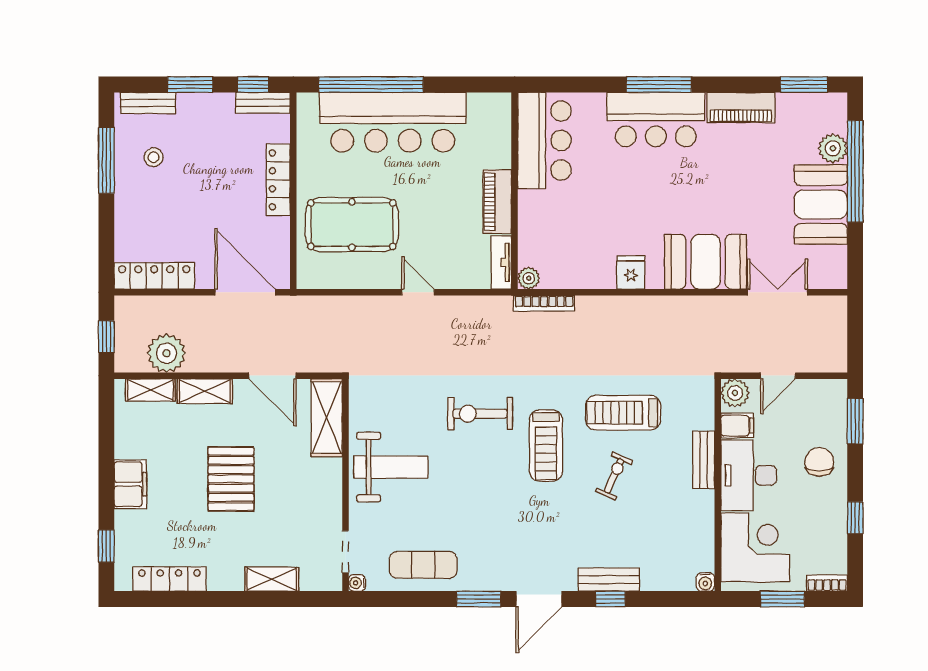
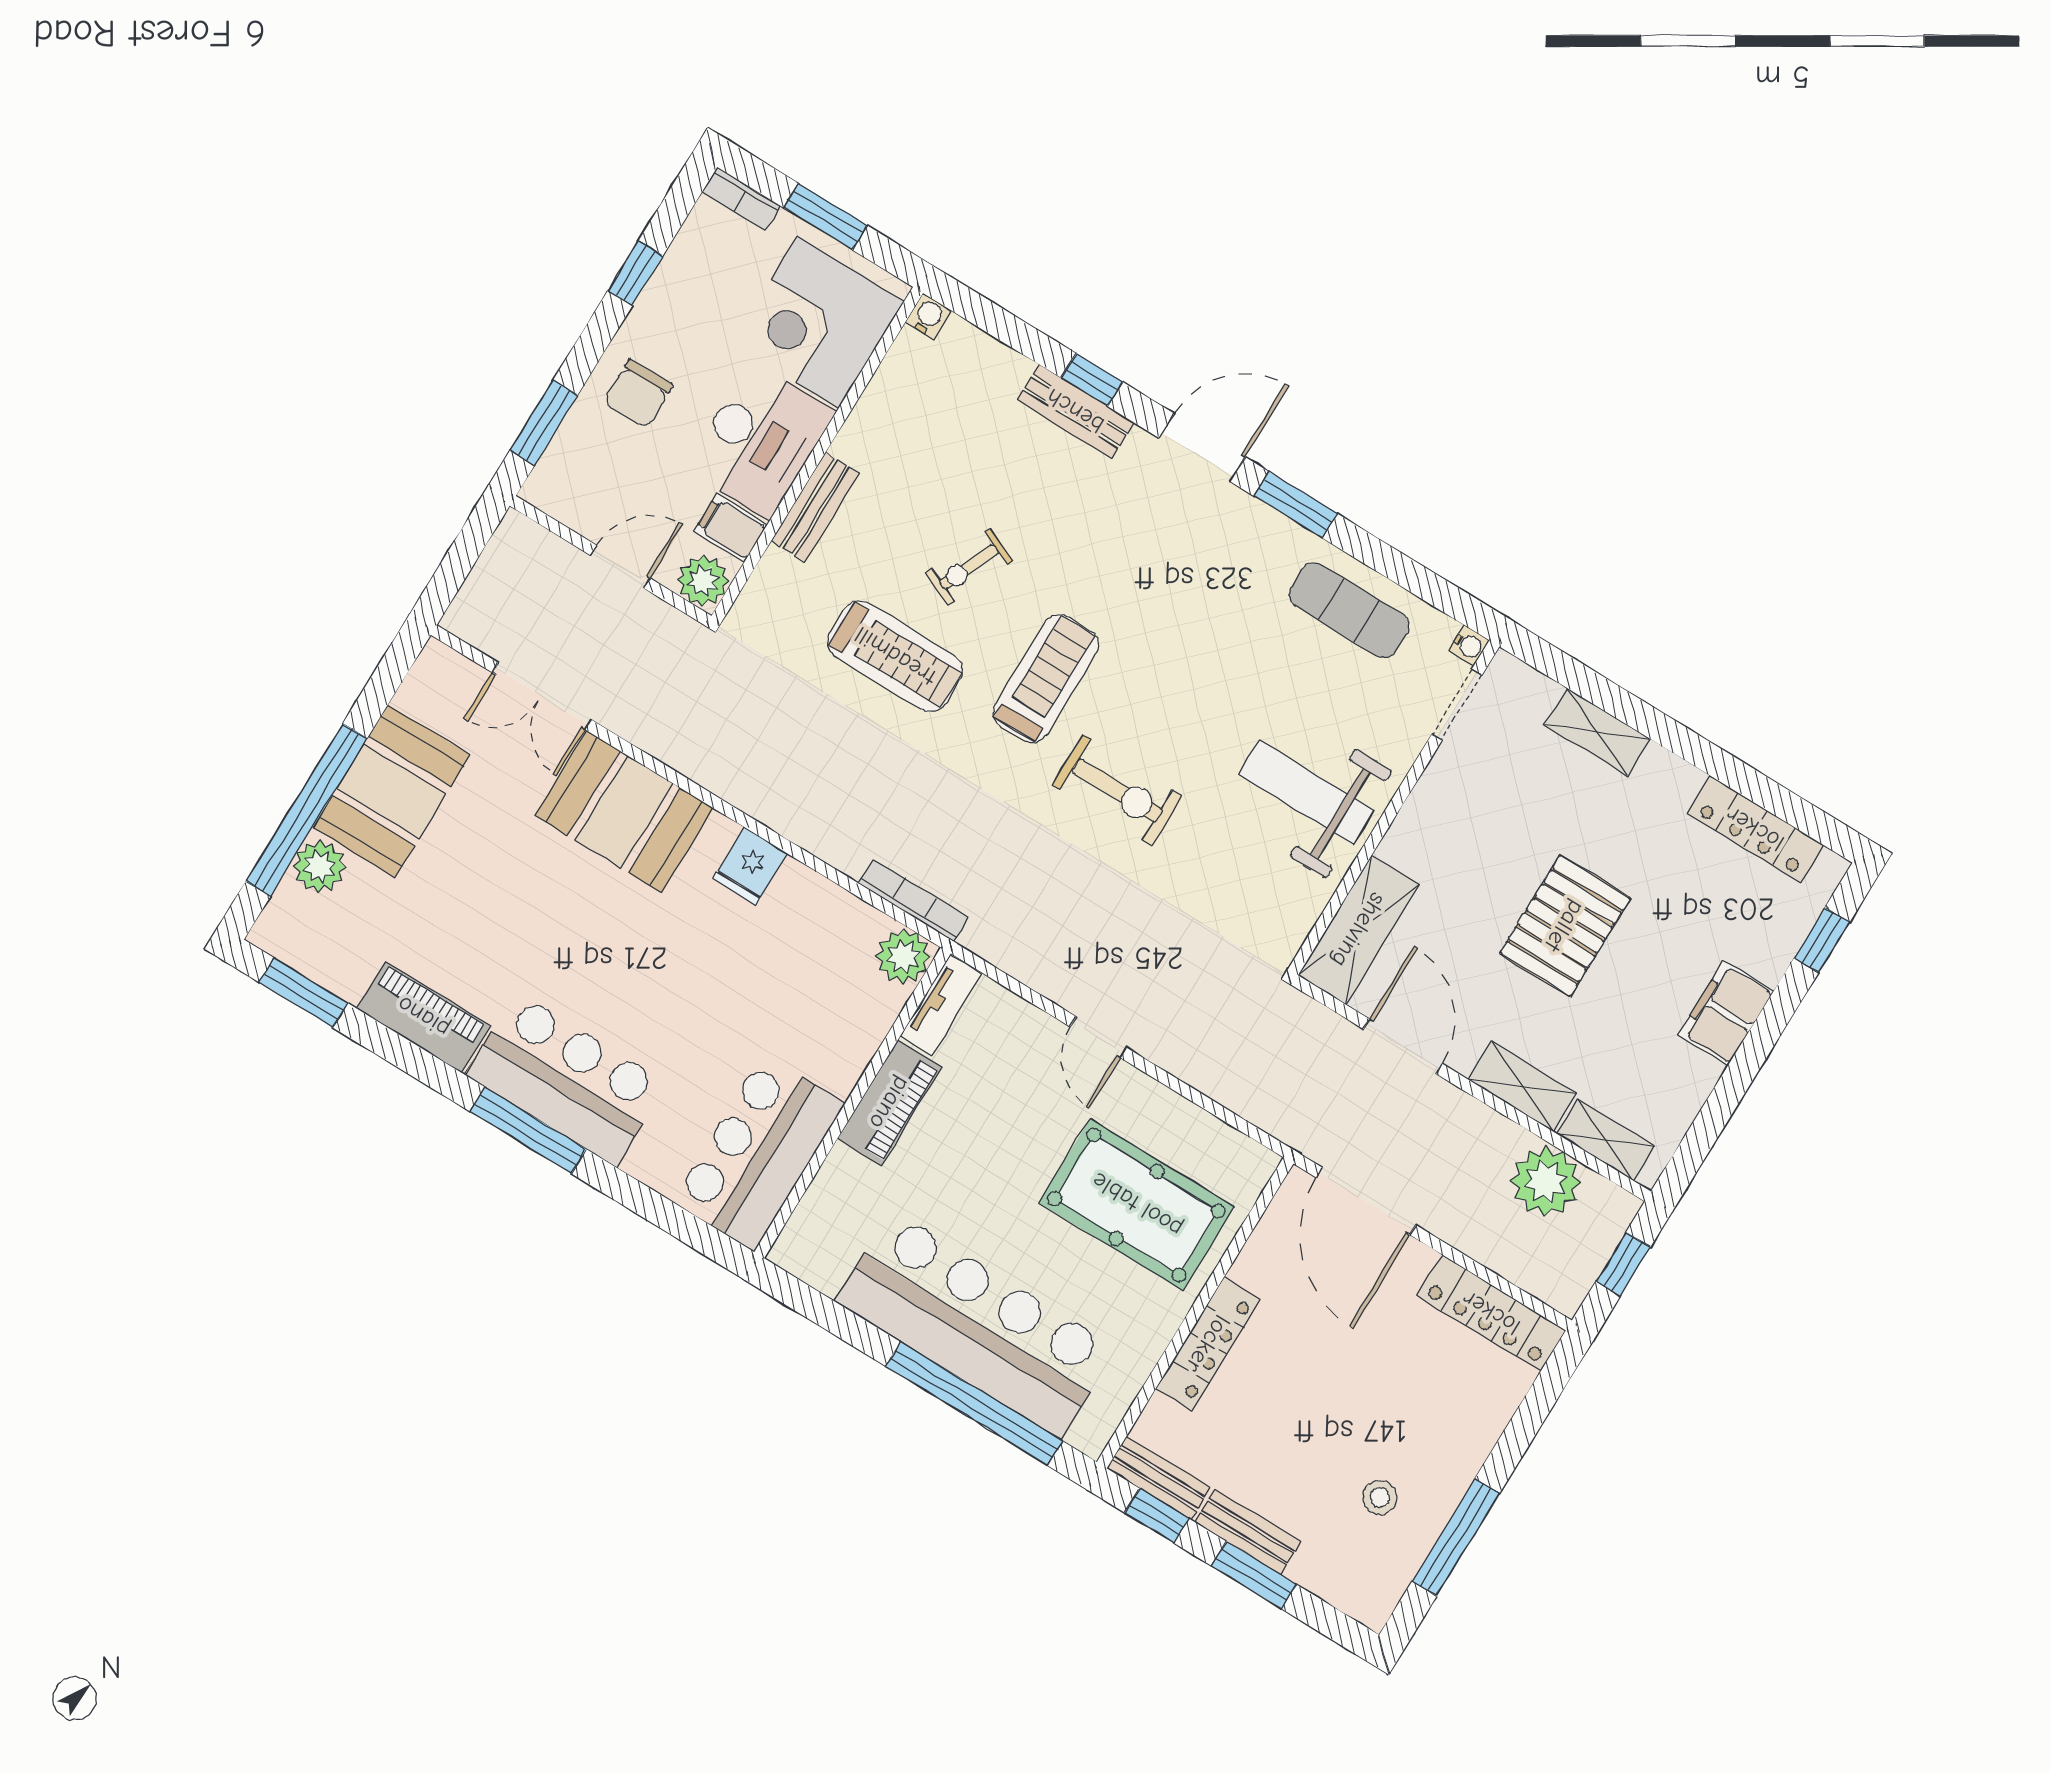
bench: (148, 103) -> (1247, 1532), moved
plant: (529, 278) -> (903, 957), width x1.38, depth x1.38

